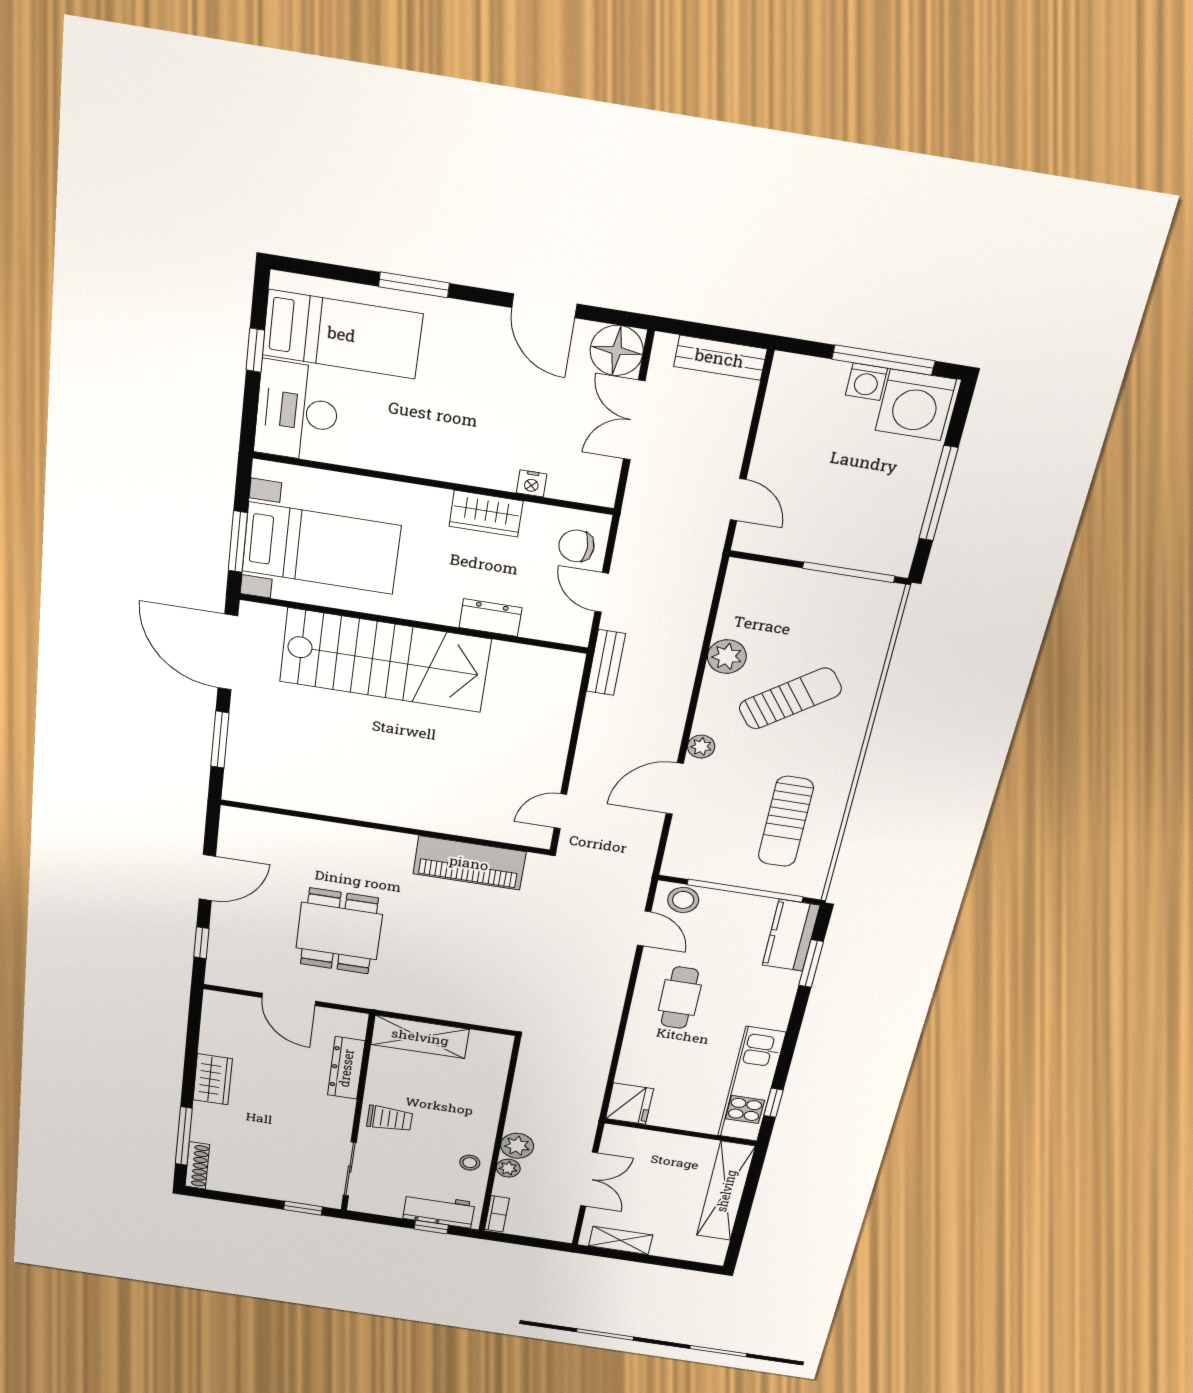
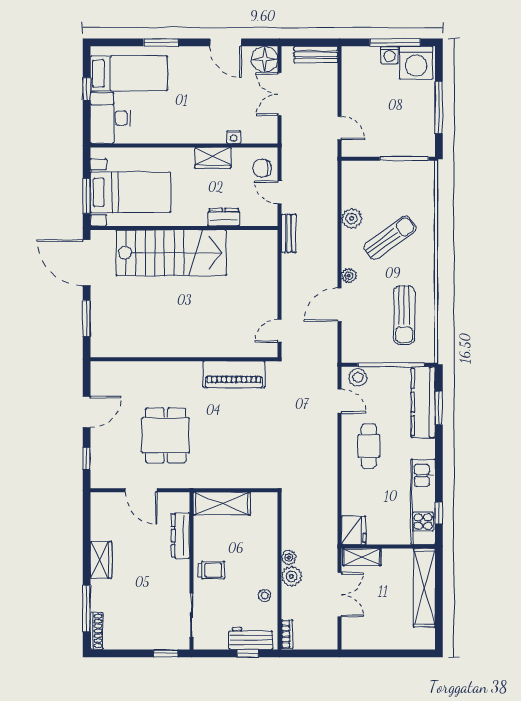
kitchen counter: (791, 935) -> (423, 402), width x1.50
plant: (508, 1168) -> (289, 557), moved
shelving: (621, 1240) -> (362, 557), moved

